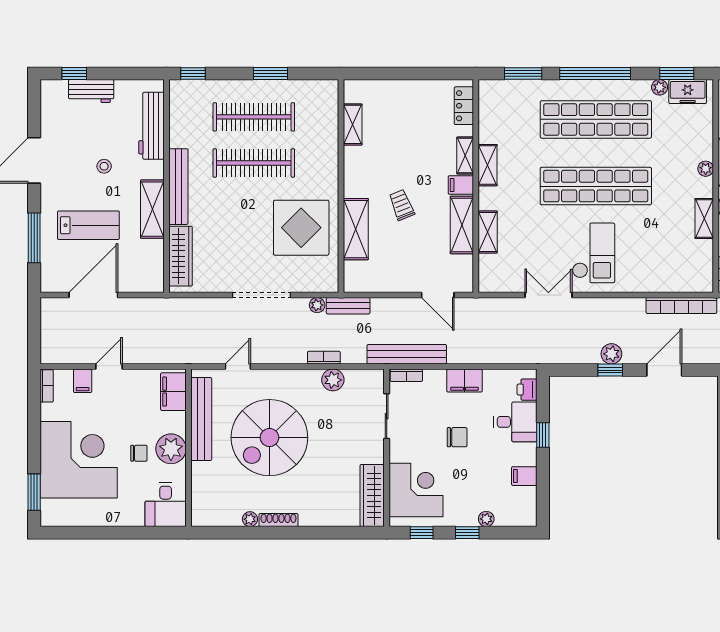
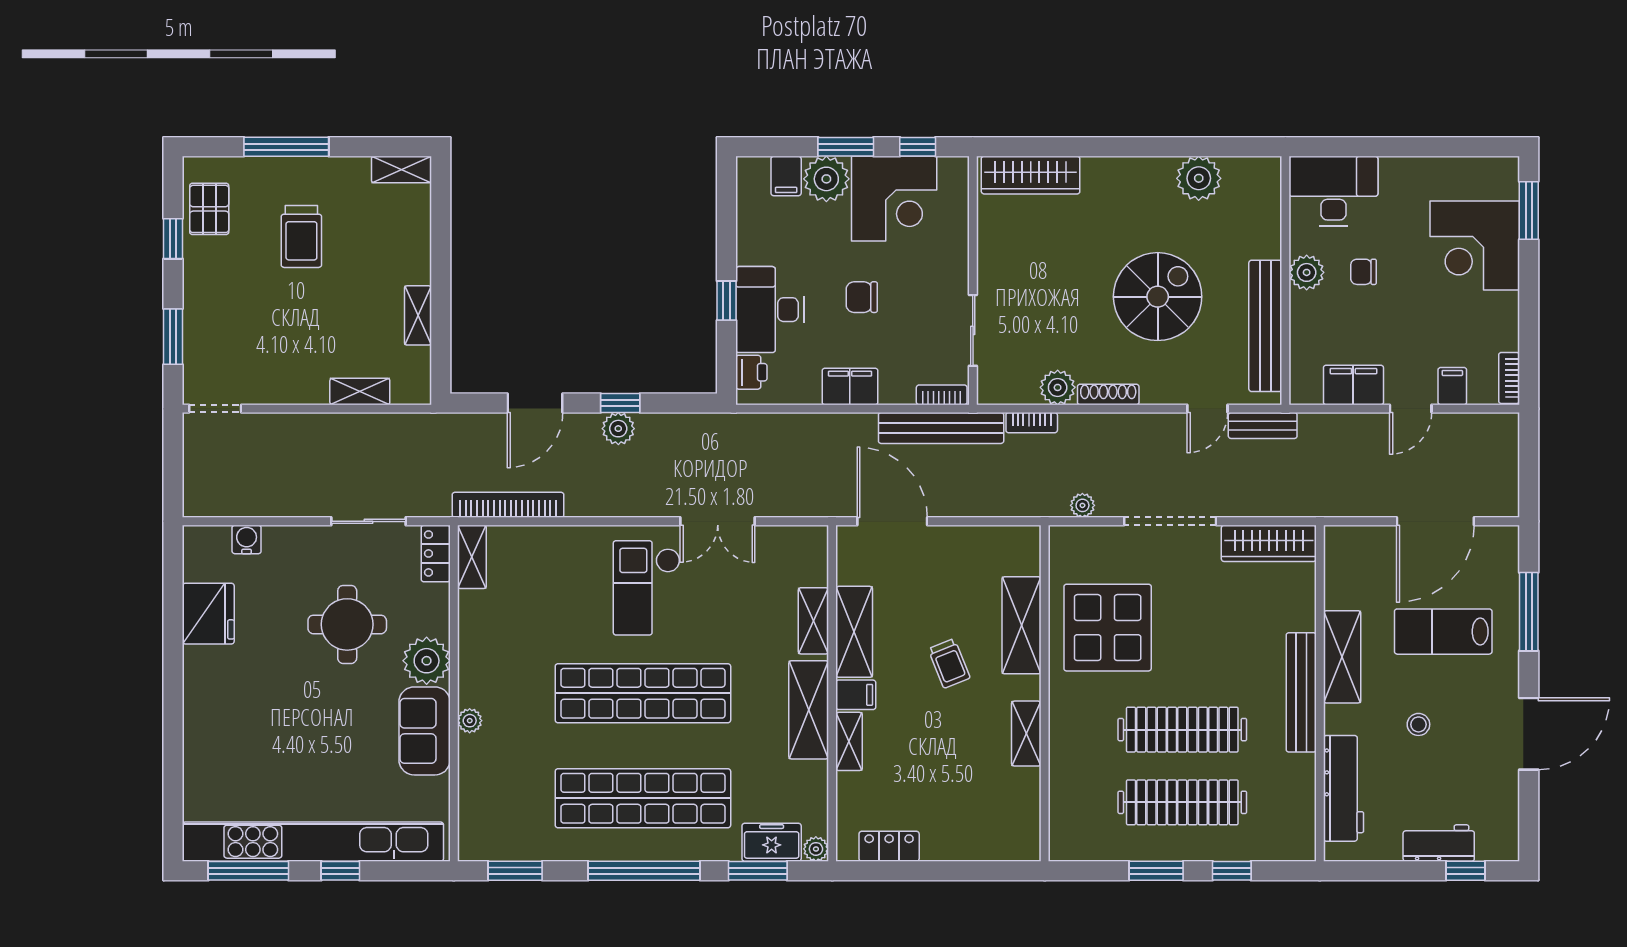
window: (193, 73) -> (1232, 871), moved
plant: (660, 87) -> (816, 849), moved
freezer: (688, 92) -> (772, 842), moved
locker: (464, 106) -> (889, 846), moved, turned -90
shelving: (353, 124) -> (1026, 734), moved
shelving: (488, 165) -> (809, 710), width x1.50, depth x1.33
shelving: (704, 219) -> (472, 557), moved
wardrobe: (181, 256) -> (1269, 543), moved, turned -90
door: (438, 295) -> (892, 521), width x1.36
bench: (348, 306) -> (1263, 426), moved
bookcase: (324, 358) -> (1032, 423), moved
filing cabinet: (173, 392) -> (1353, 385), moved, turned -90
desk: (515, 422) -> (770, 310), width x1.37
spiral stairs: (269, 438) -> (1158, 297), width x0.73, depth x0.73
plant: (171, 449) -> (1307, 272), width x0.73, depth x0.73
corner desk: (79, 460) -> (1475, 245), width x0.74, depth x0.74
filing cabinet: (524, 476) -> (786, 176), moved, turned 90
corner desk: (416, 490) -> (894, 199), moved, turned -90
wardrobe: (372, 495) -> (1031, 175), moved, turned 90
desk: (166, 505) -> (1333, 191), width x1.37
plant: (250, 519) -> (1199, 178), width x1.88, depth x1.88
plant: (486, 519) -> (826, 179), width x1.88, depth x1.88
shoe rack: (278, 520) -> (1108, 395), moved, turned 180
window: (467, 533) -> (846, 147), width x1.50

